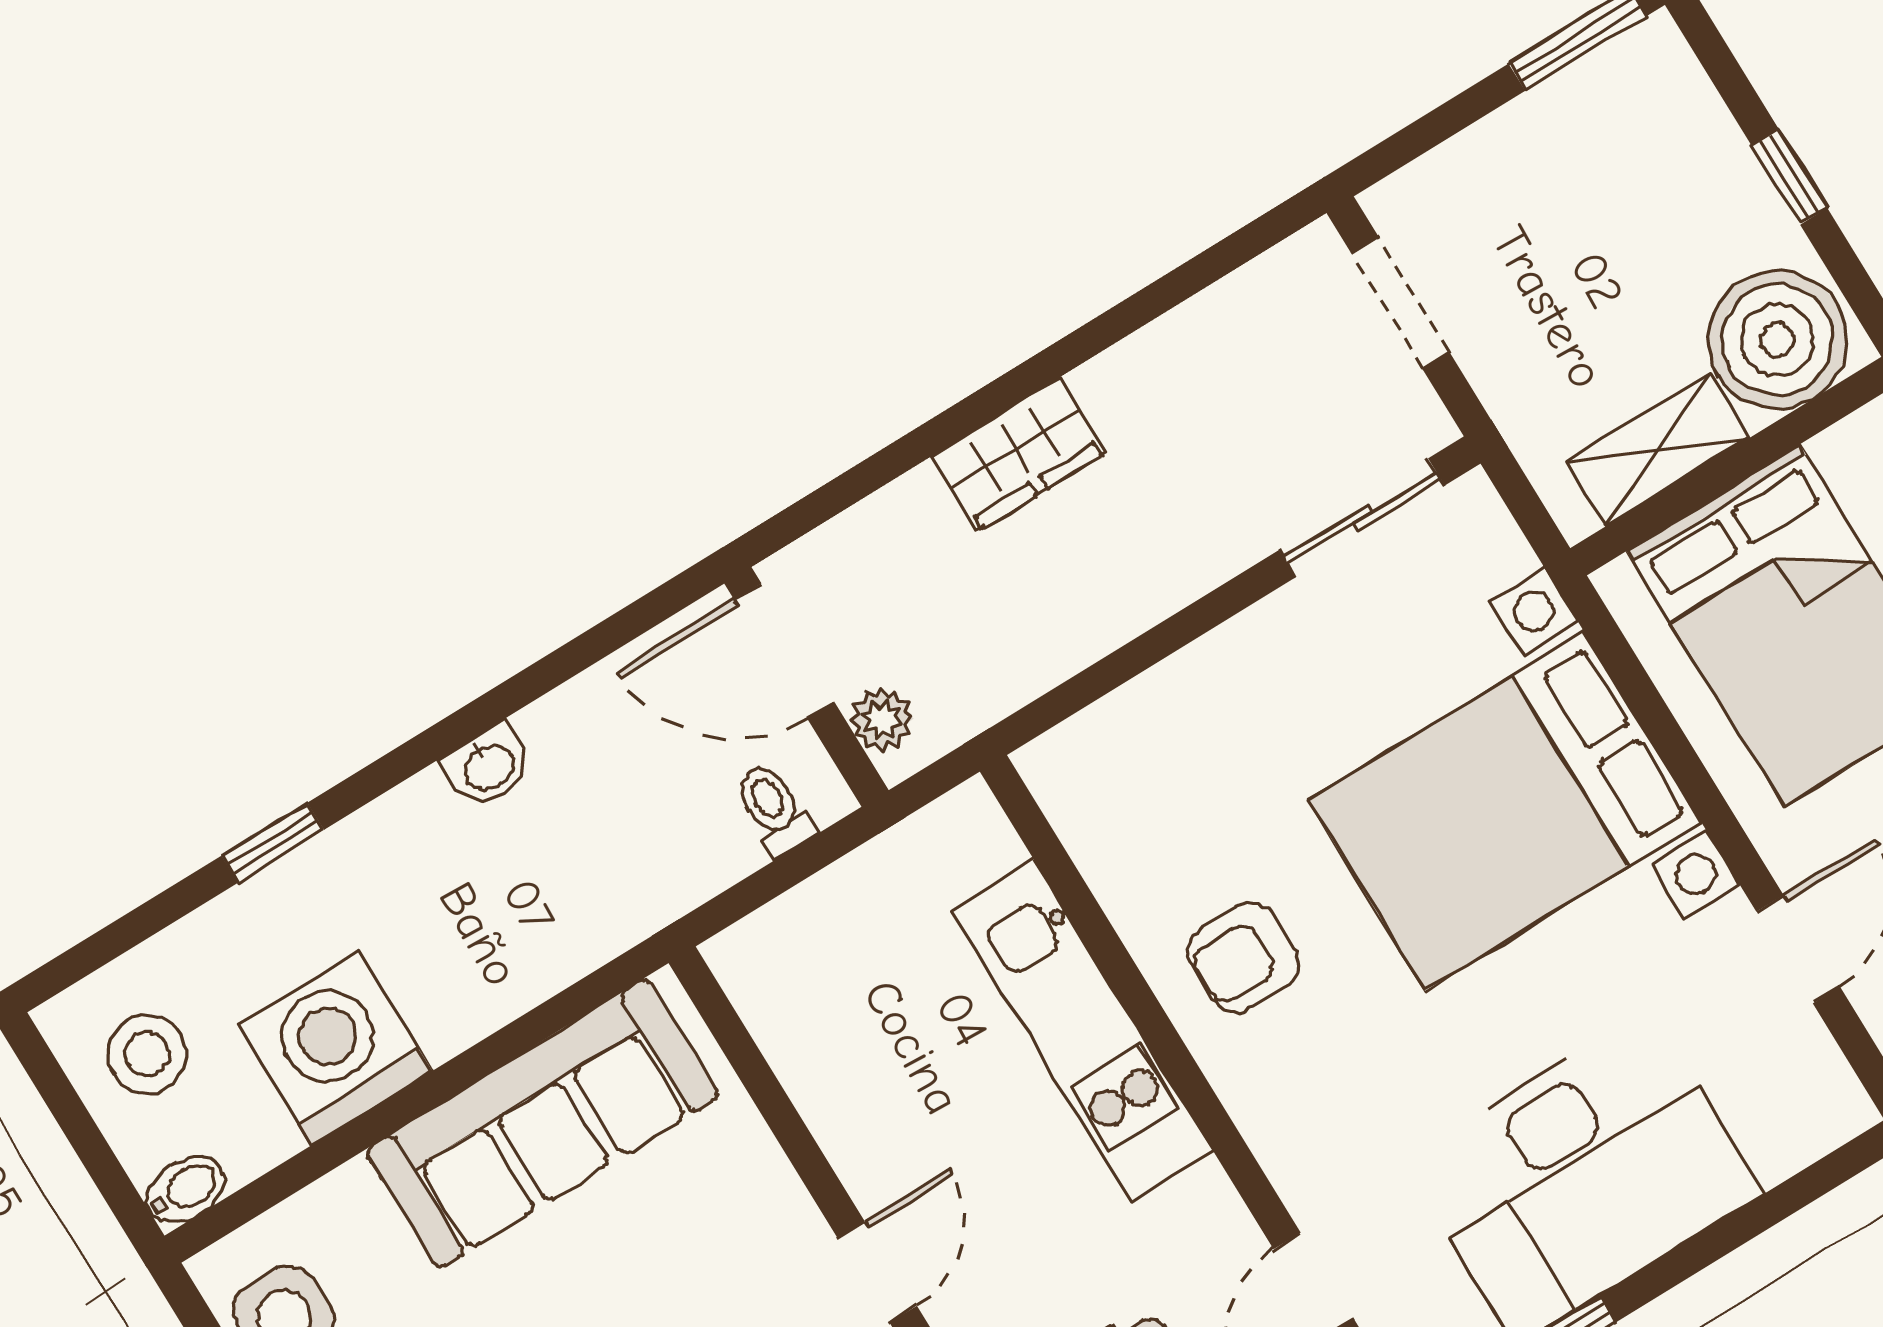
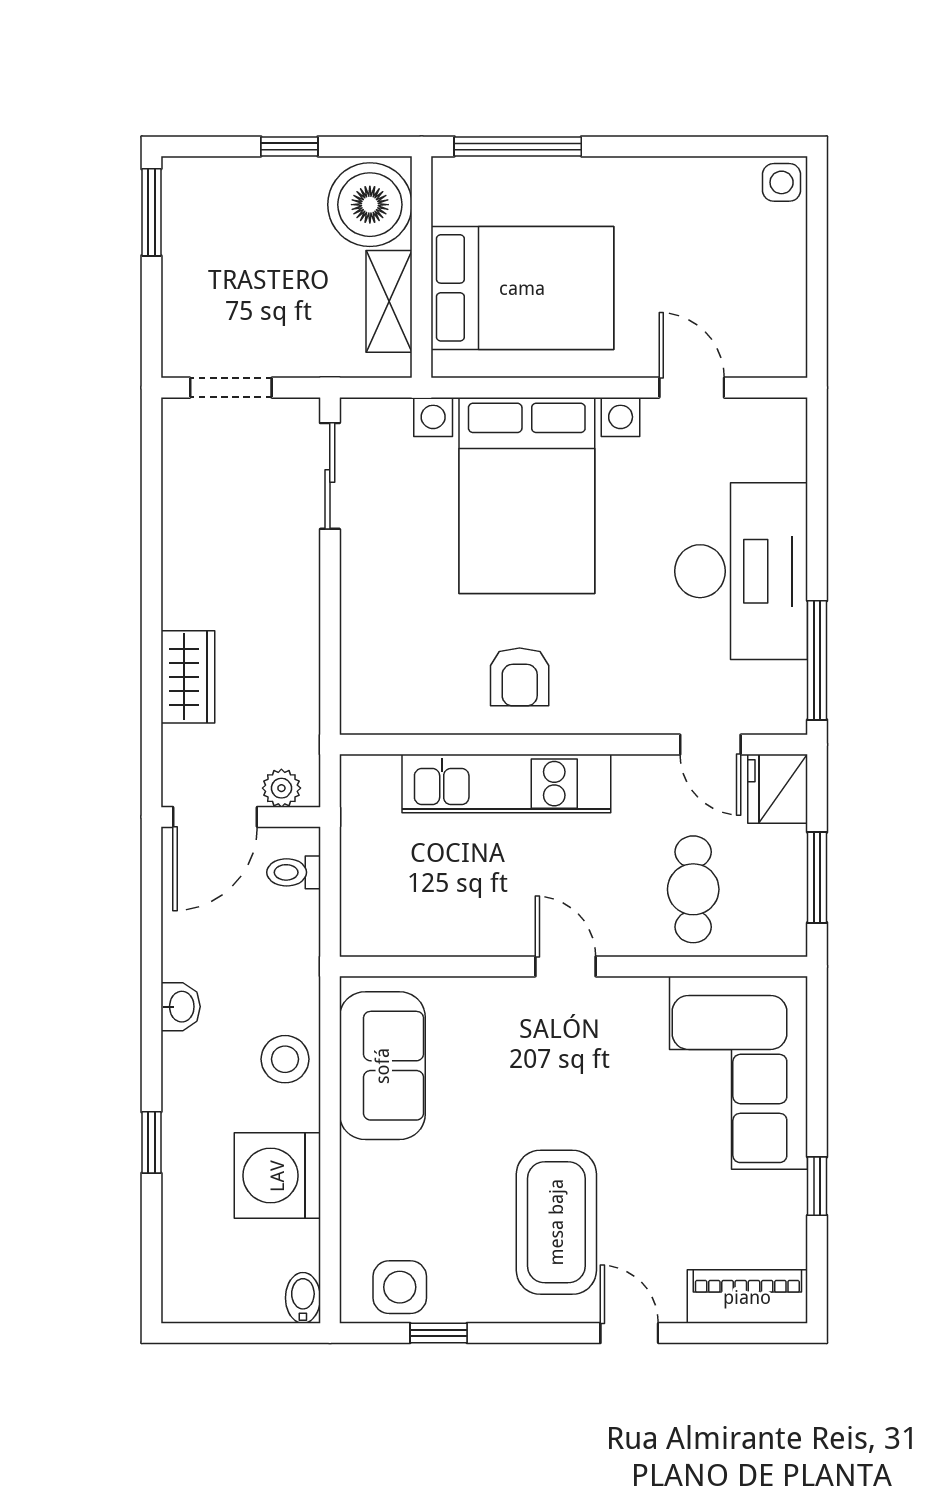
wardrobe: (1019, 454) -> (188, 677), moved
stool: (147, 1054) -> (285, 1059), moved
sofa: (542, 1123) -> (382, 1066), width x0.73

